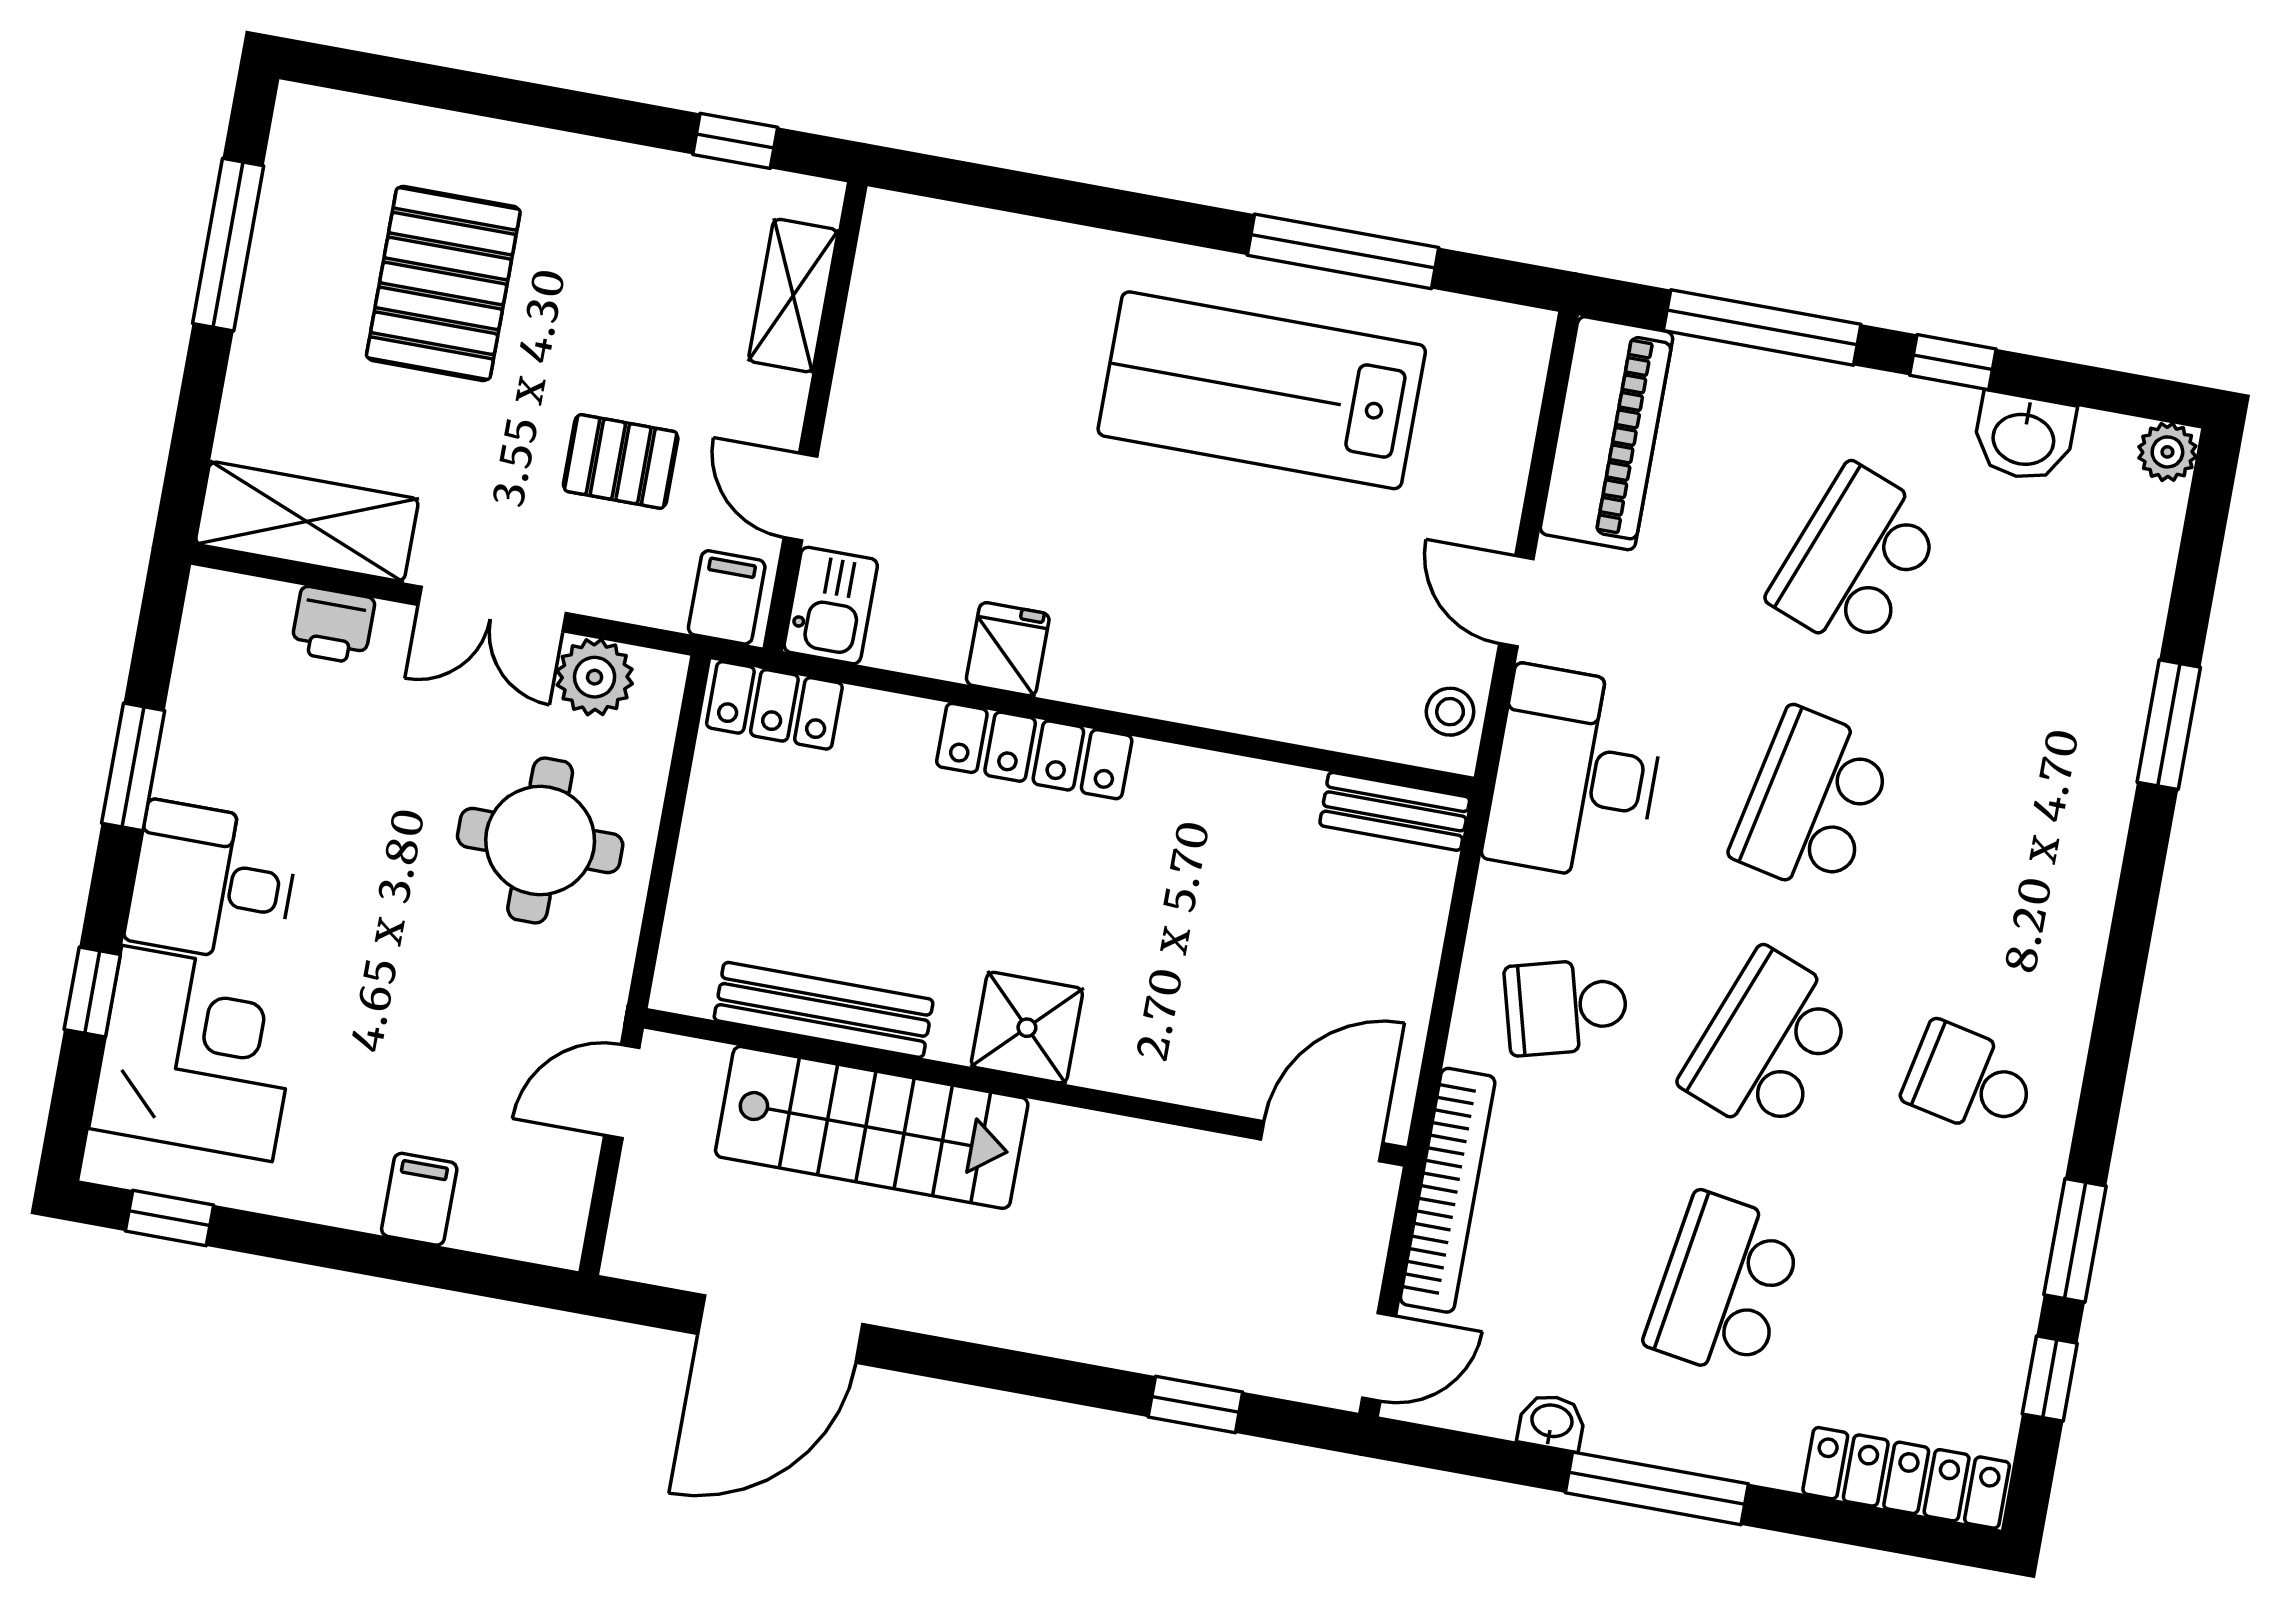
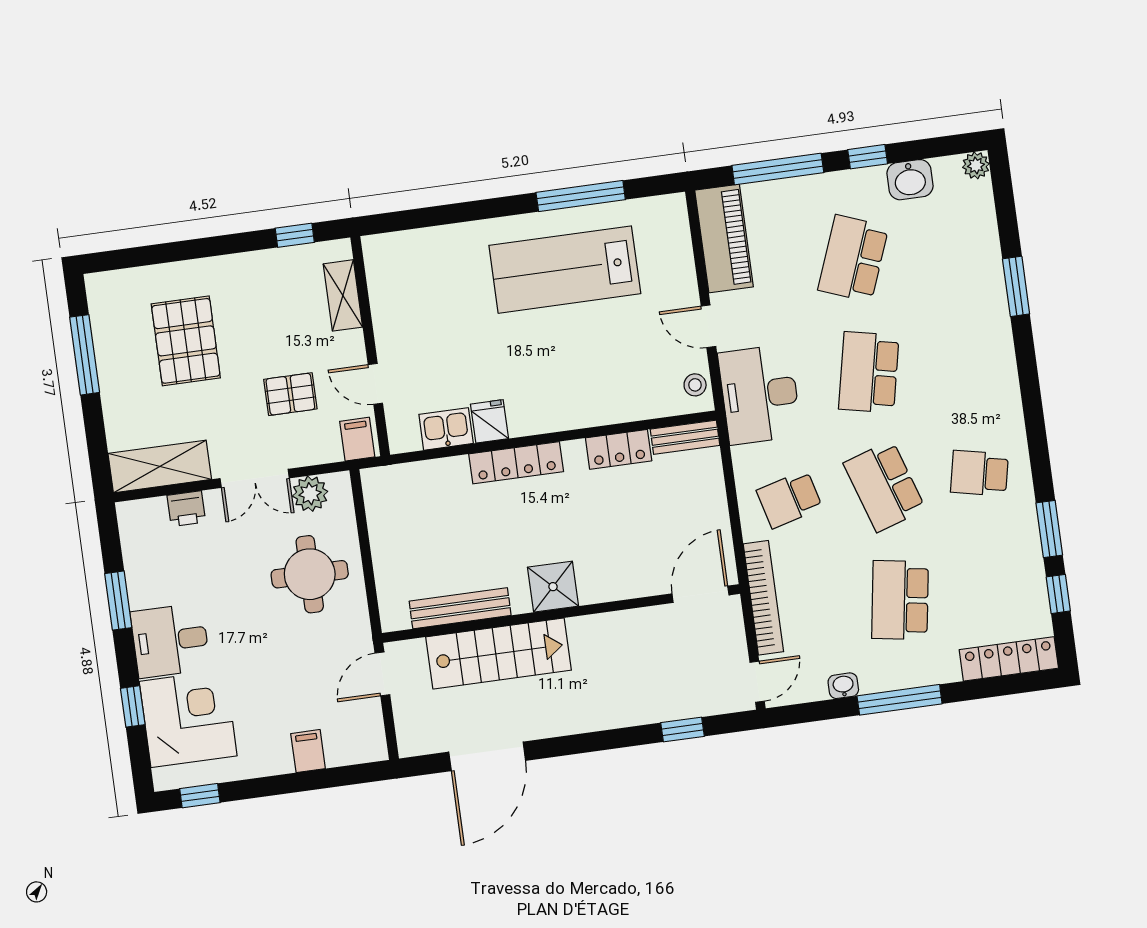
kitchen sink: (831, 606) -> (446, 429), moved, turned -90
locker: (774, 705) -> (619, 449), moved
school desk: (1768, 1044) -> (884, 486), turned -39

